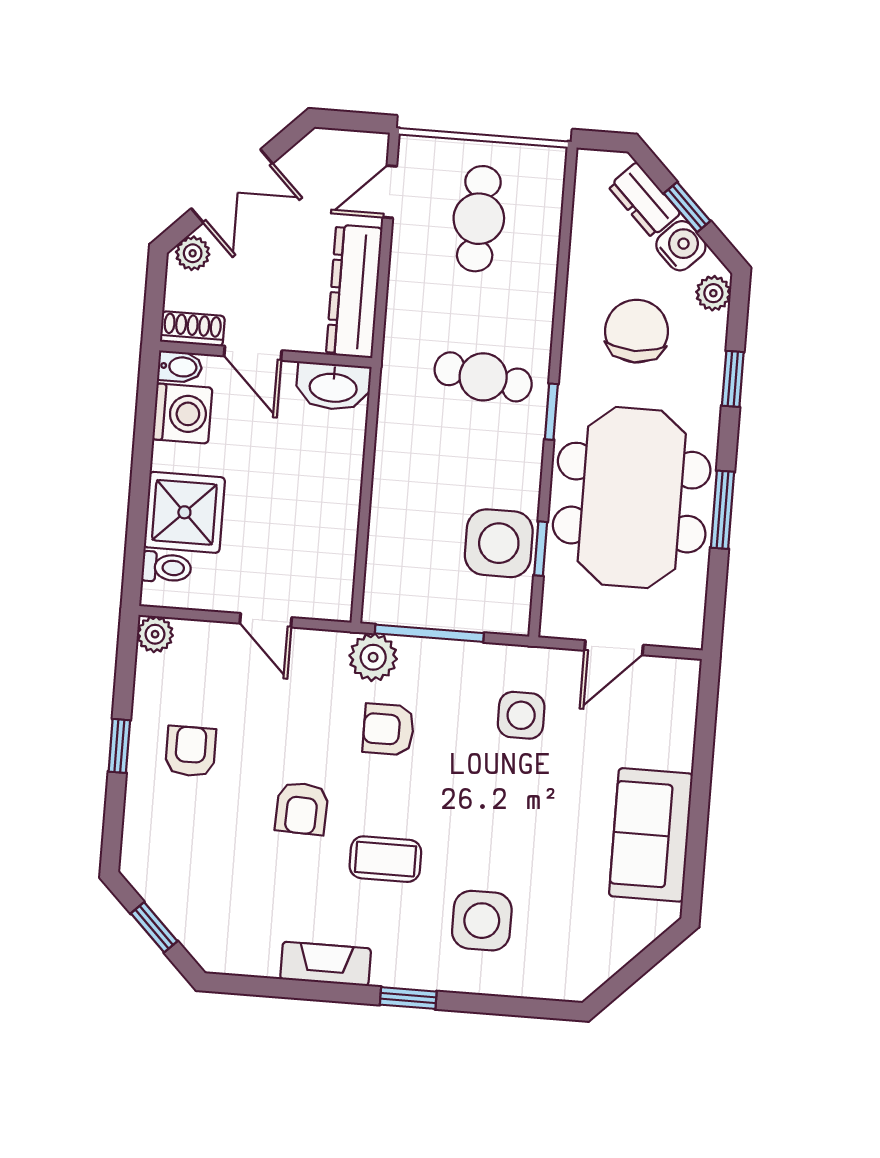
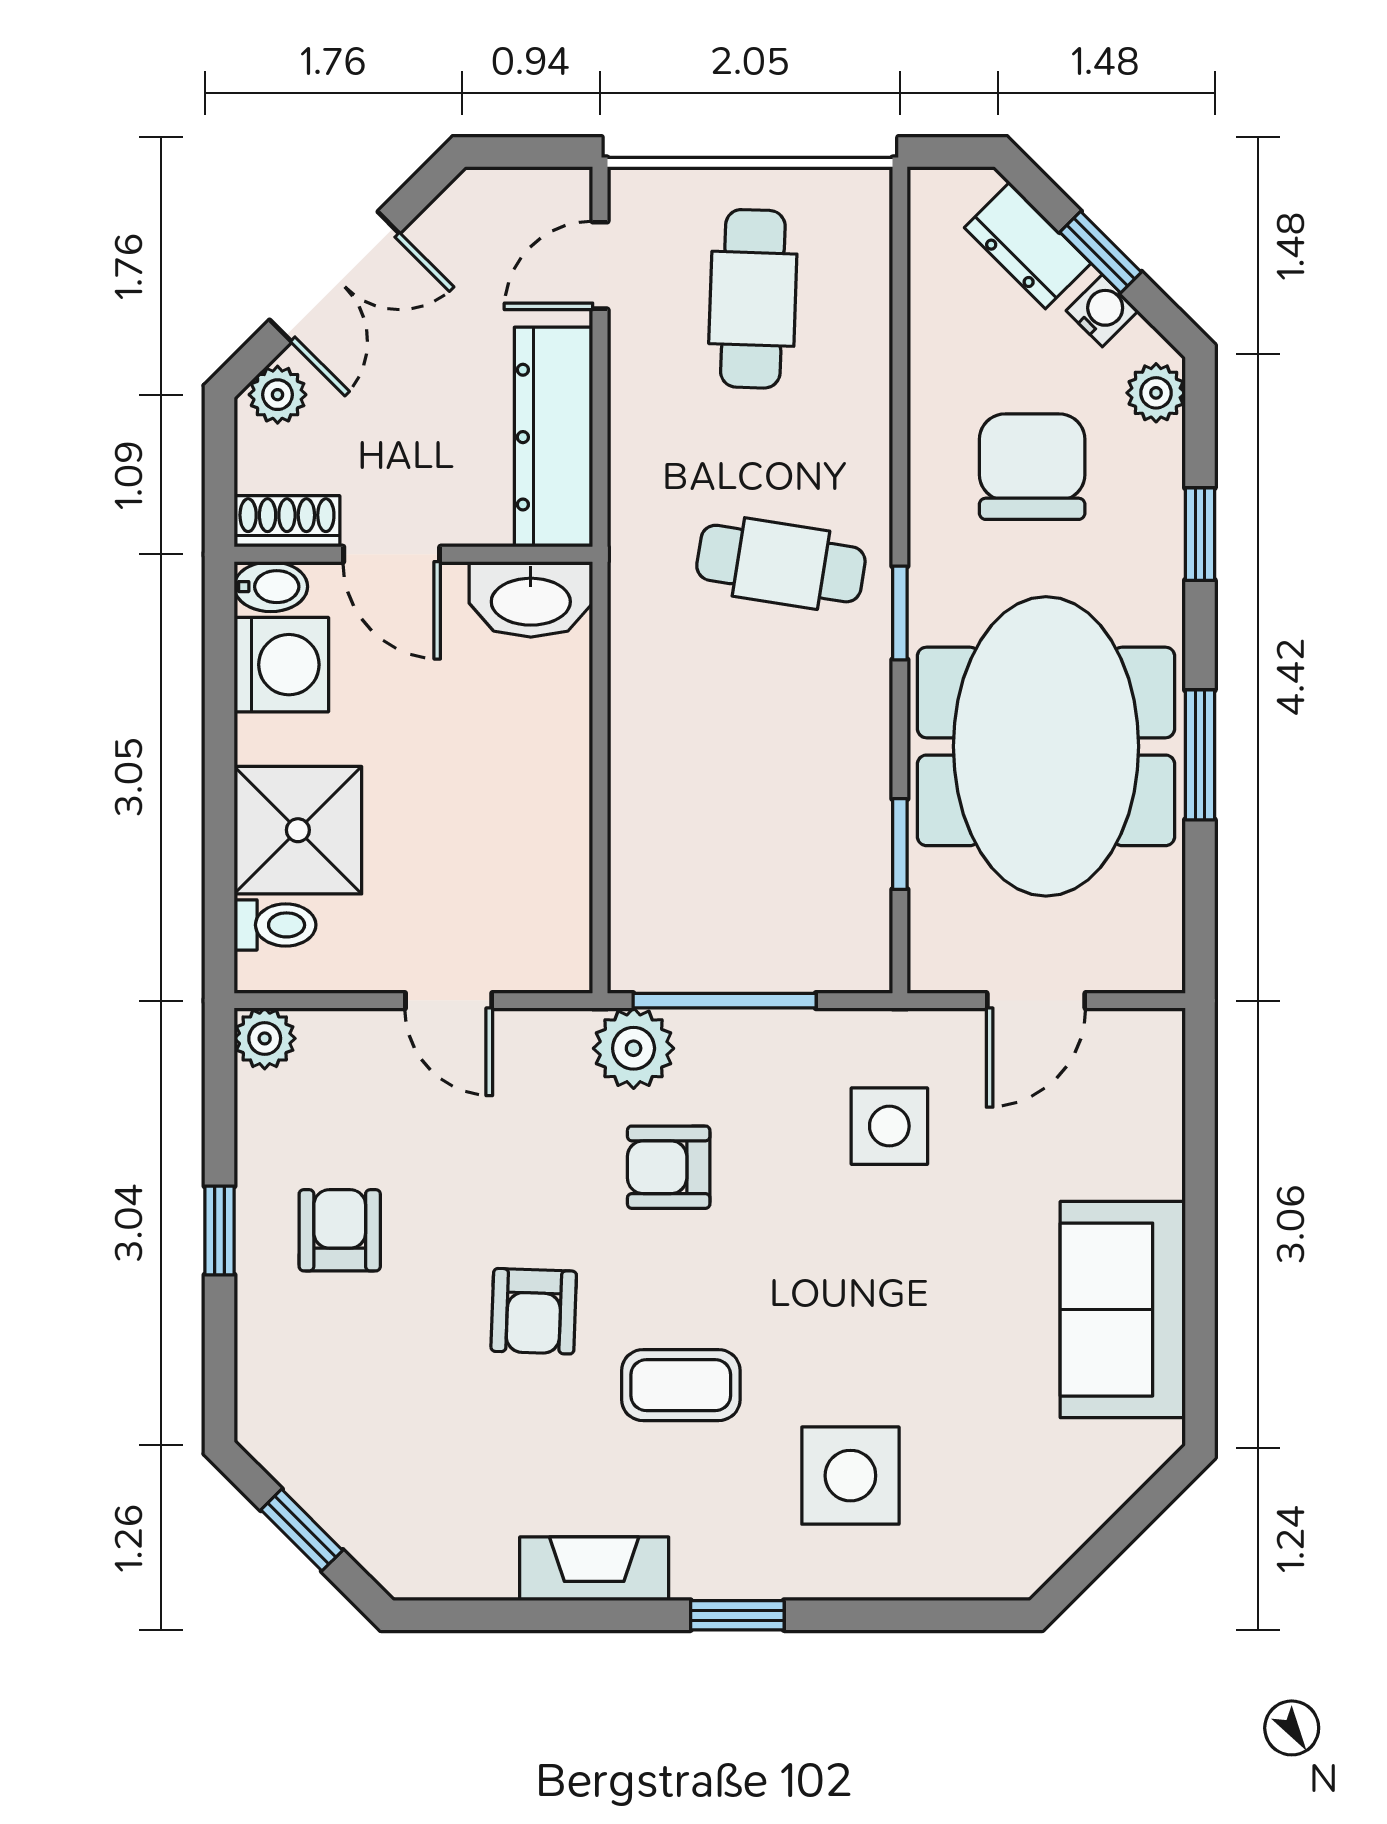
water cooler: (681, 246) -> (1102, 311), width x0.72, depth x0.72
side table: (499, 543) -> (829, 840), removed

